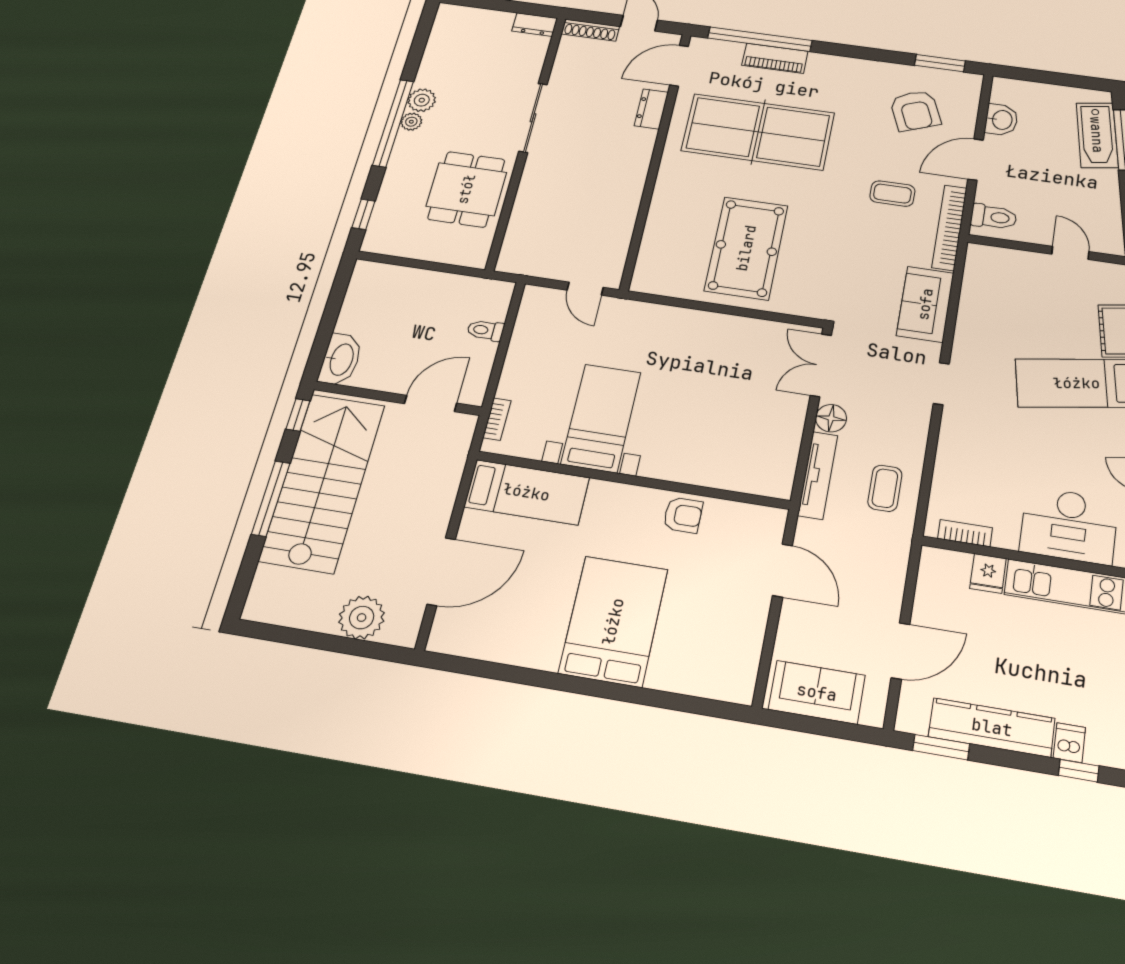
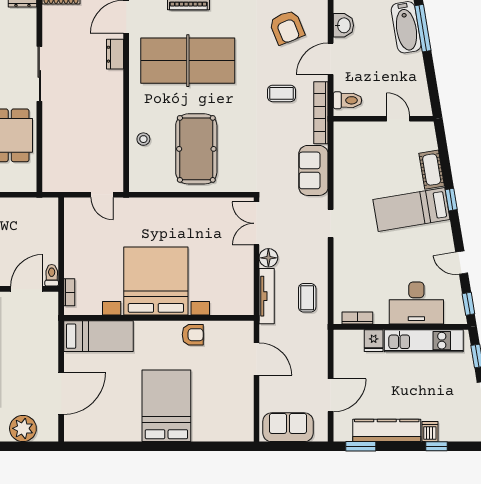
stool: (668, 223) -> (143, 139), added
toilet: (486, 330) -> (52, 275), moved, turned 90
bed with nightstands: (601, 418) -> (156, 281), width x1.85

